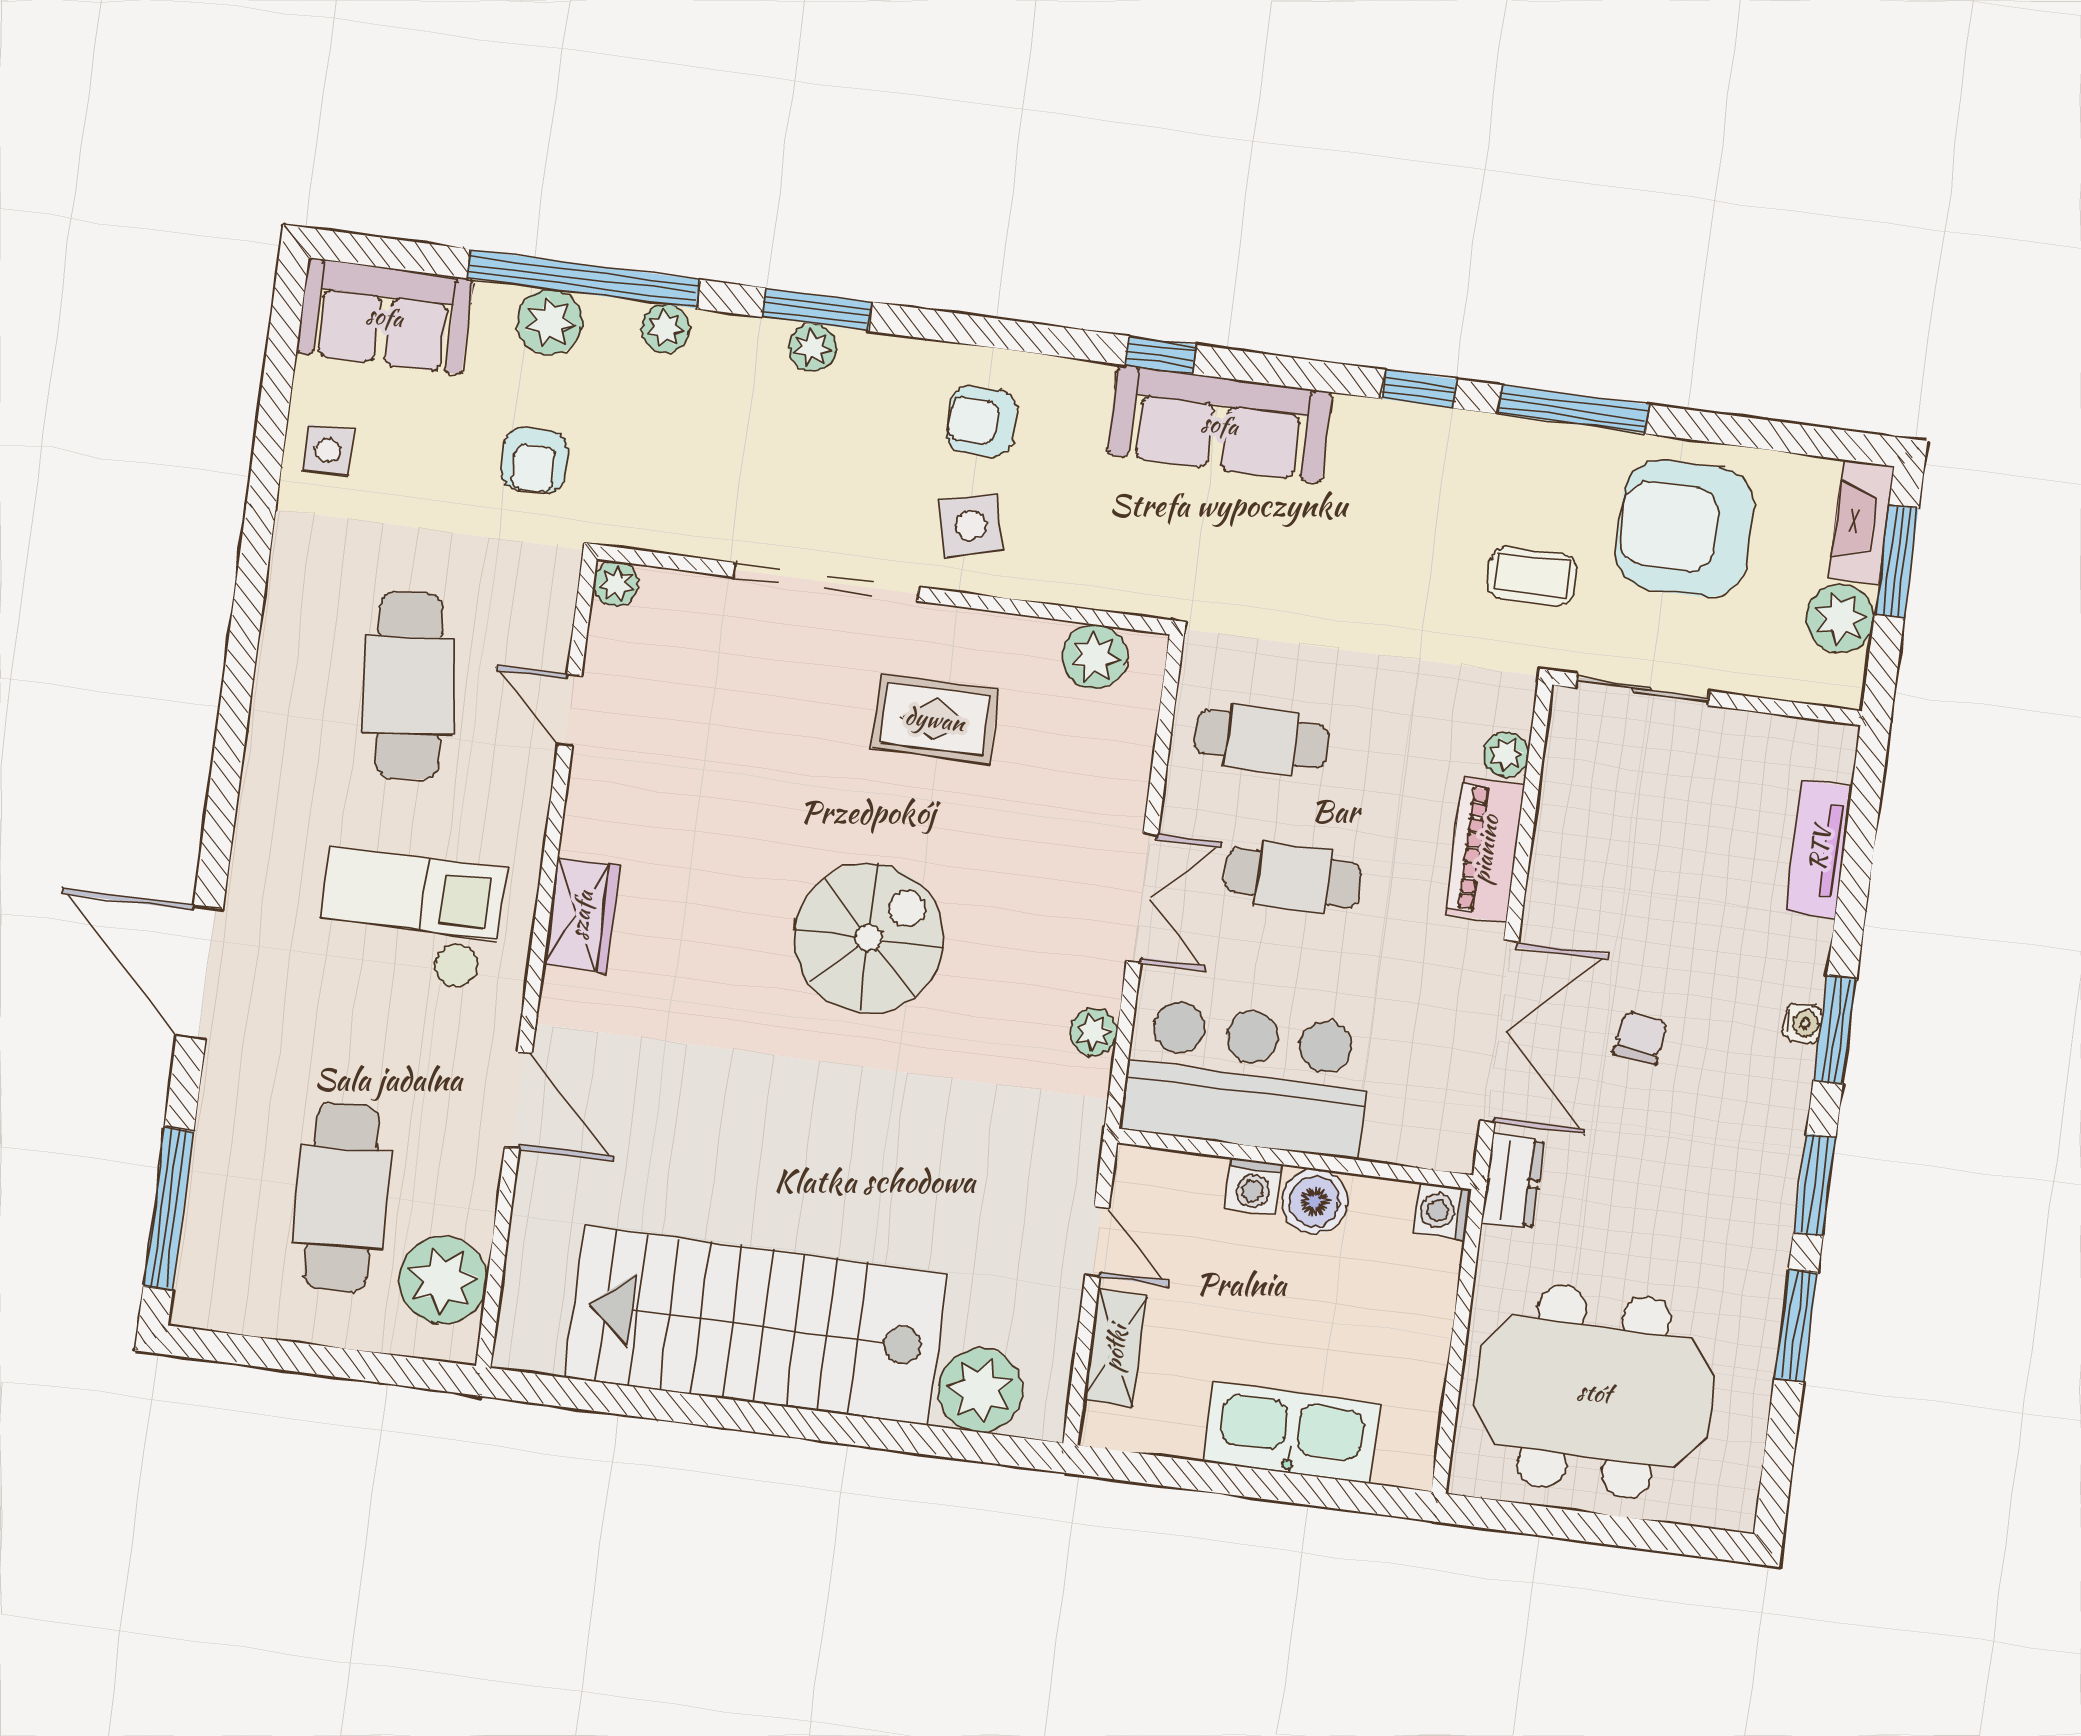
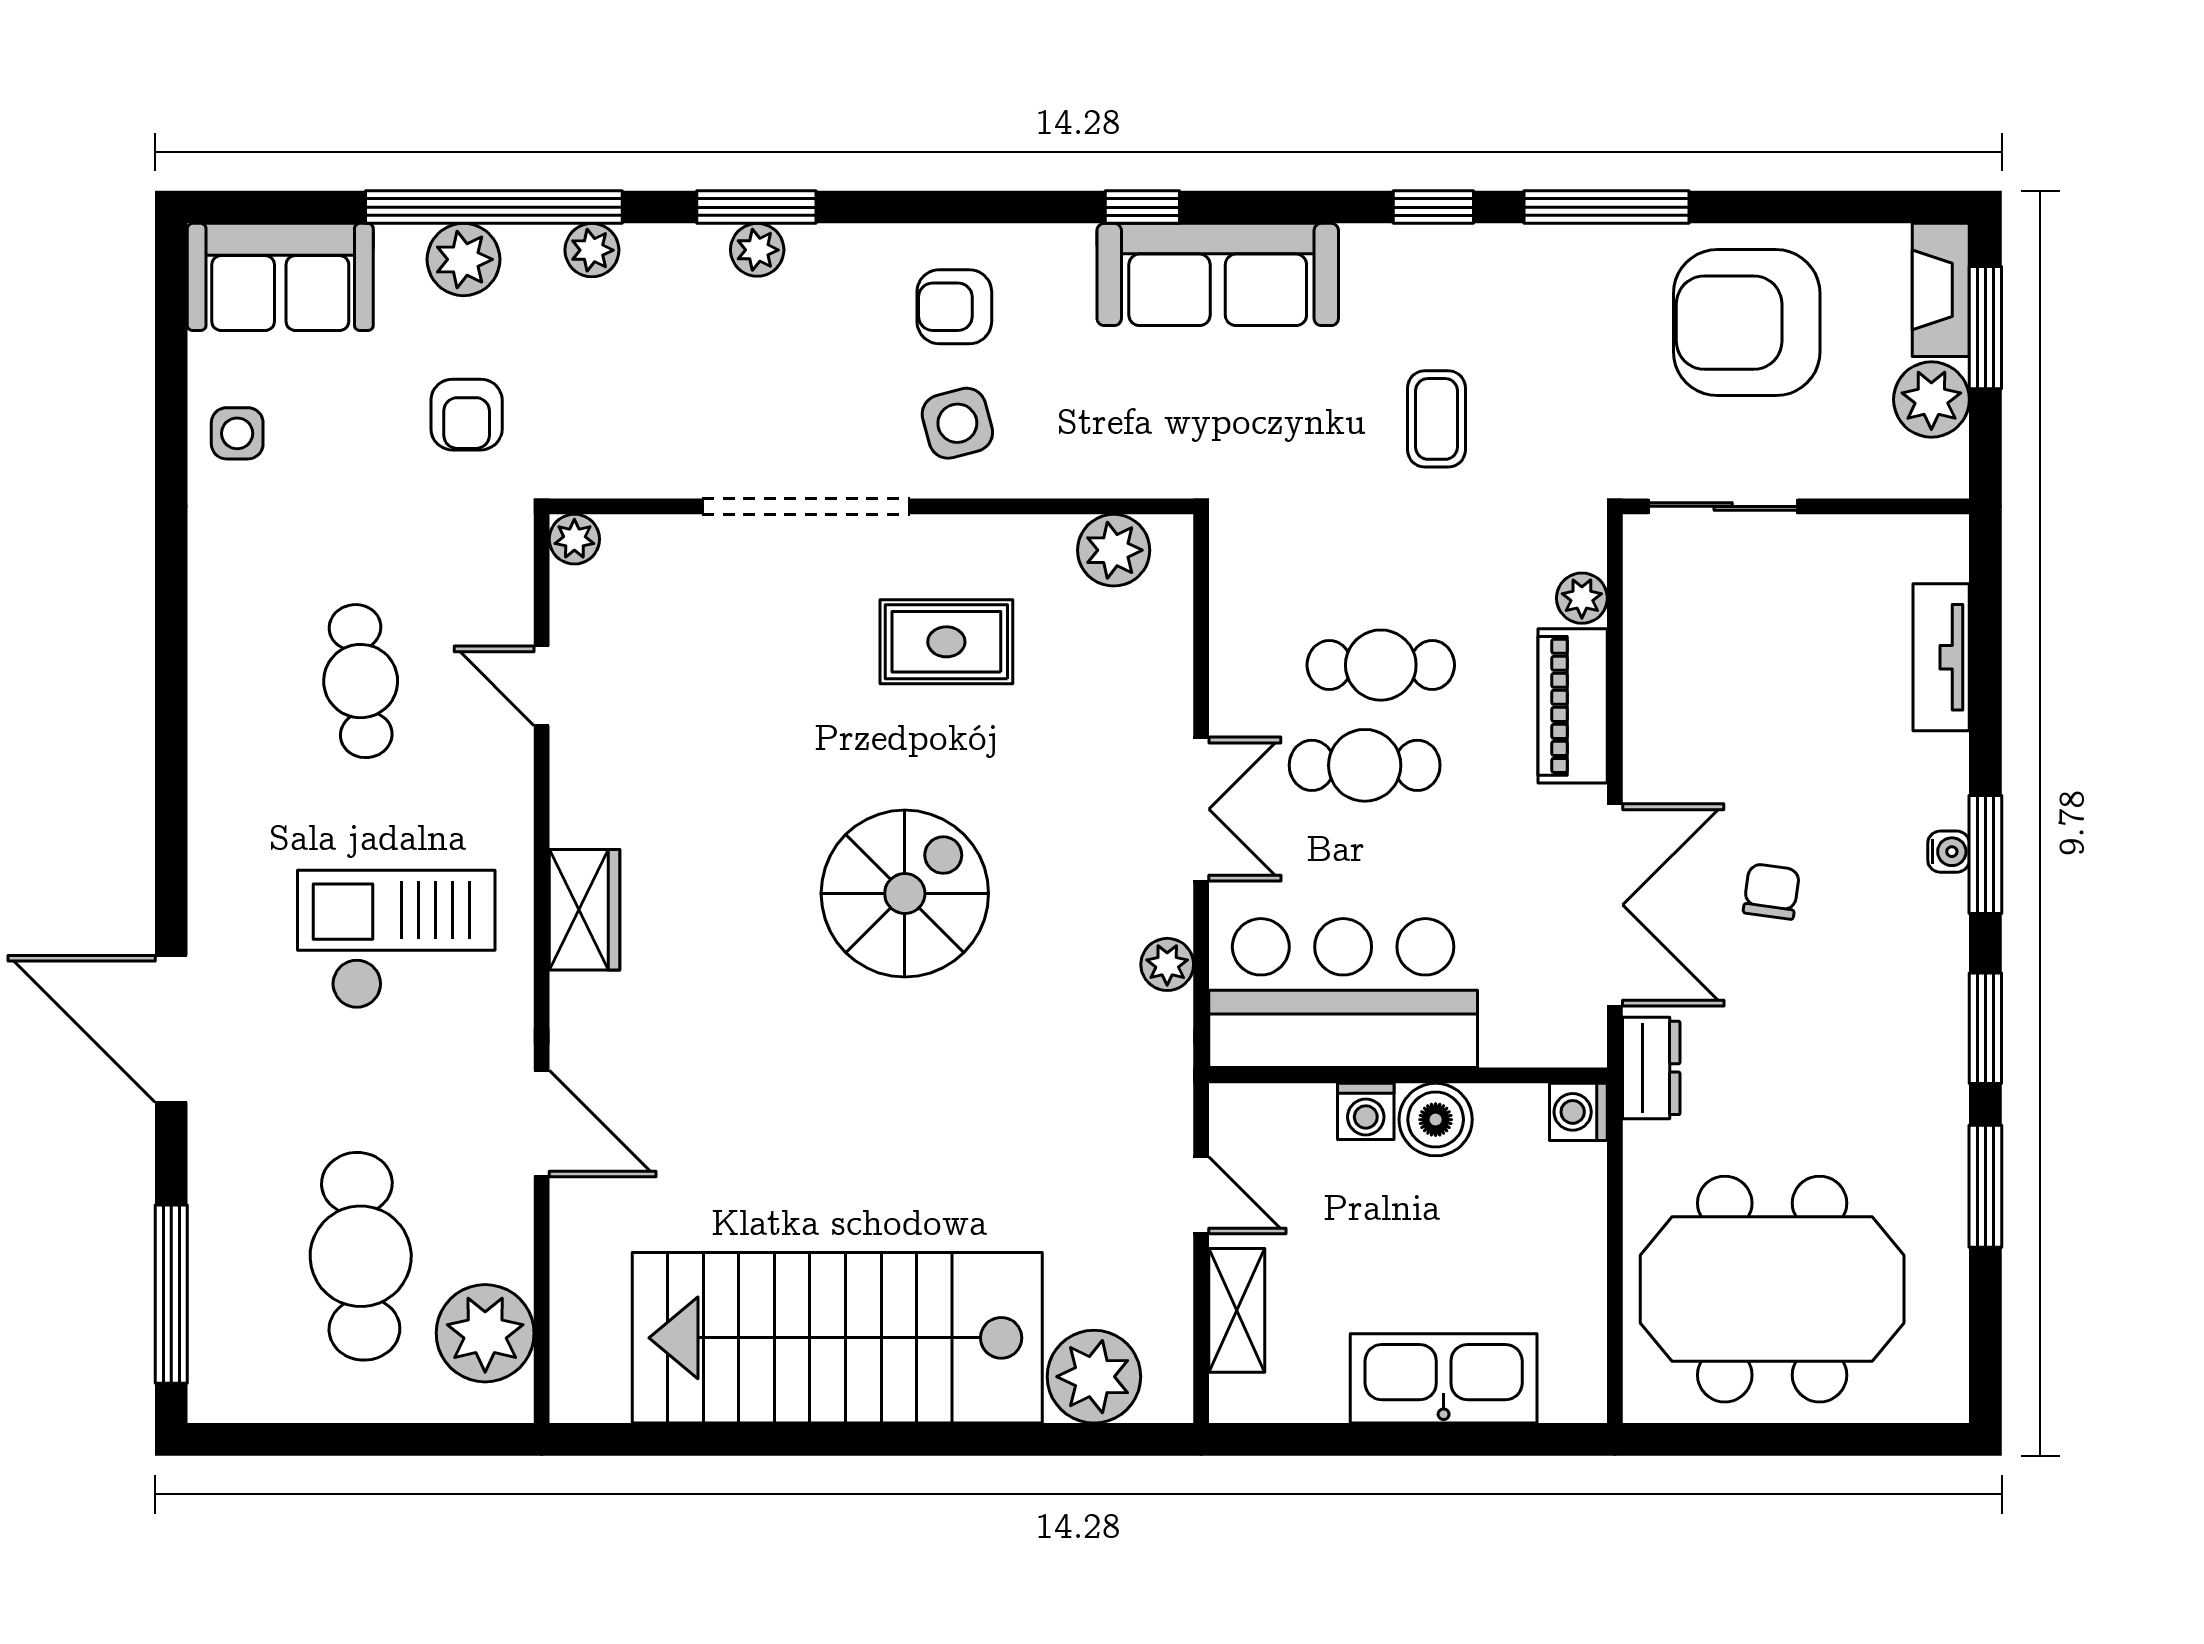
coffee table: (1532, 576) -> (1437, 419), moved, turned 90
cafe table: (409, 685) -> (361, 681), width x0.73, depth x0.74
cafe table: (1262, 739) -> (1381, 665), moved

